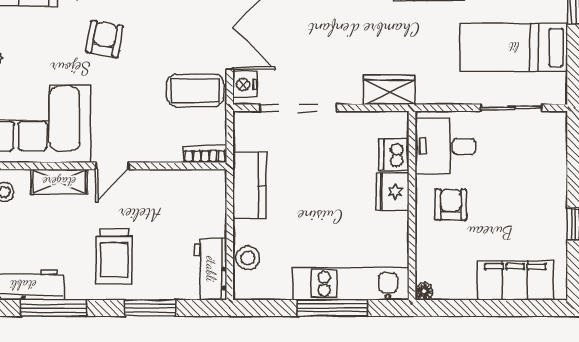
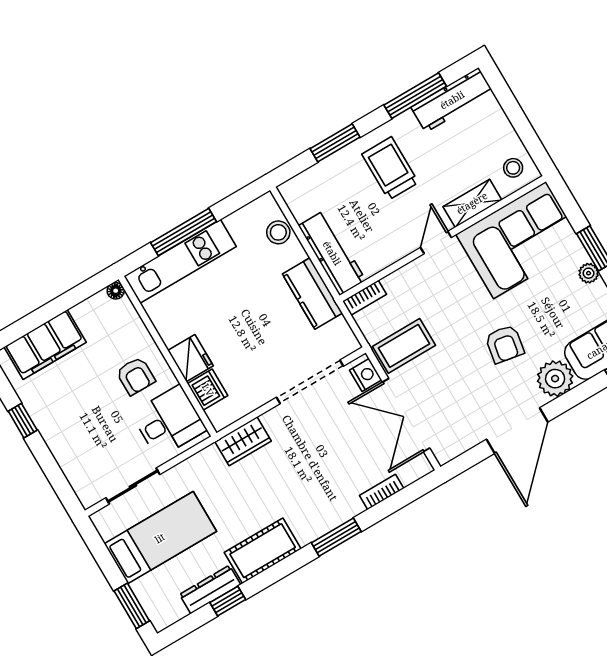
workbench: (211, 269) -> (332, 253), moved, width x1.38

